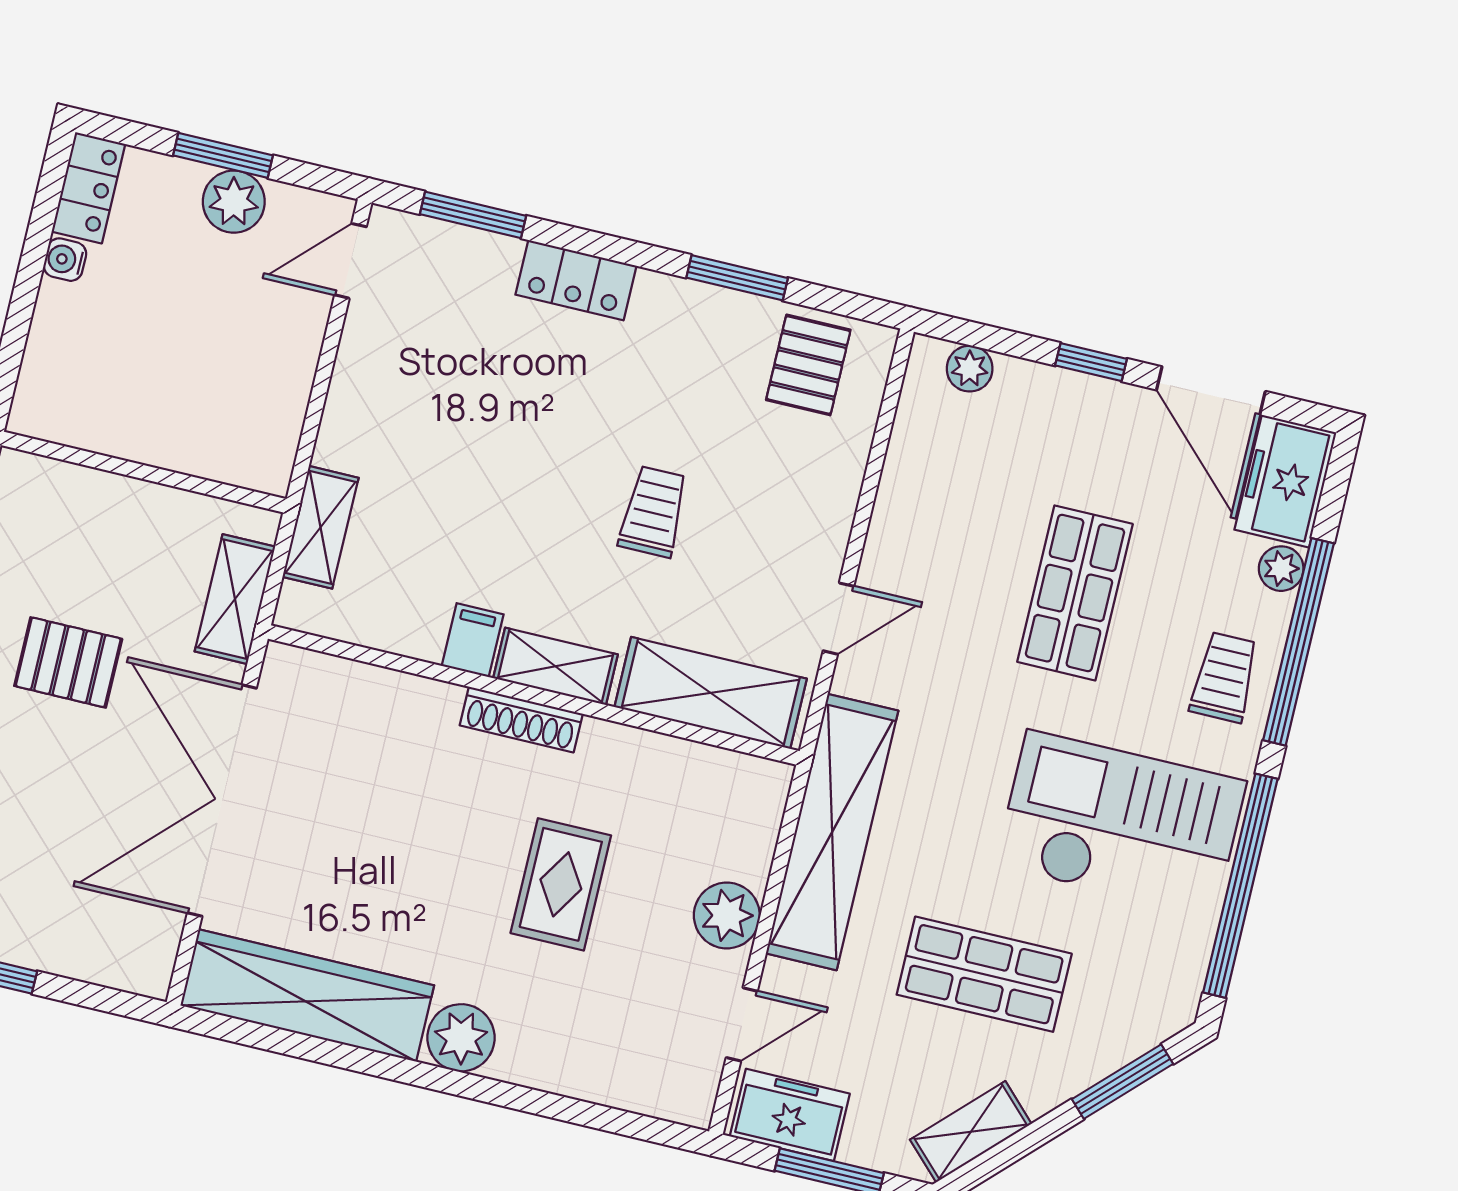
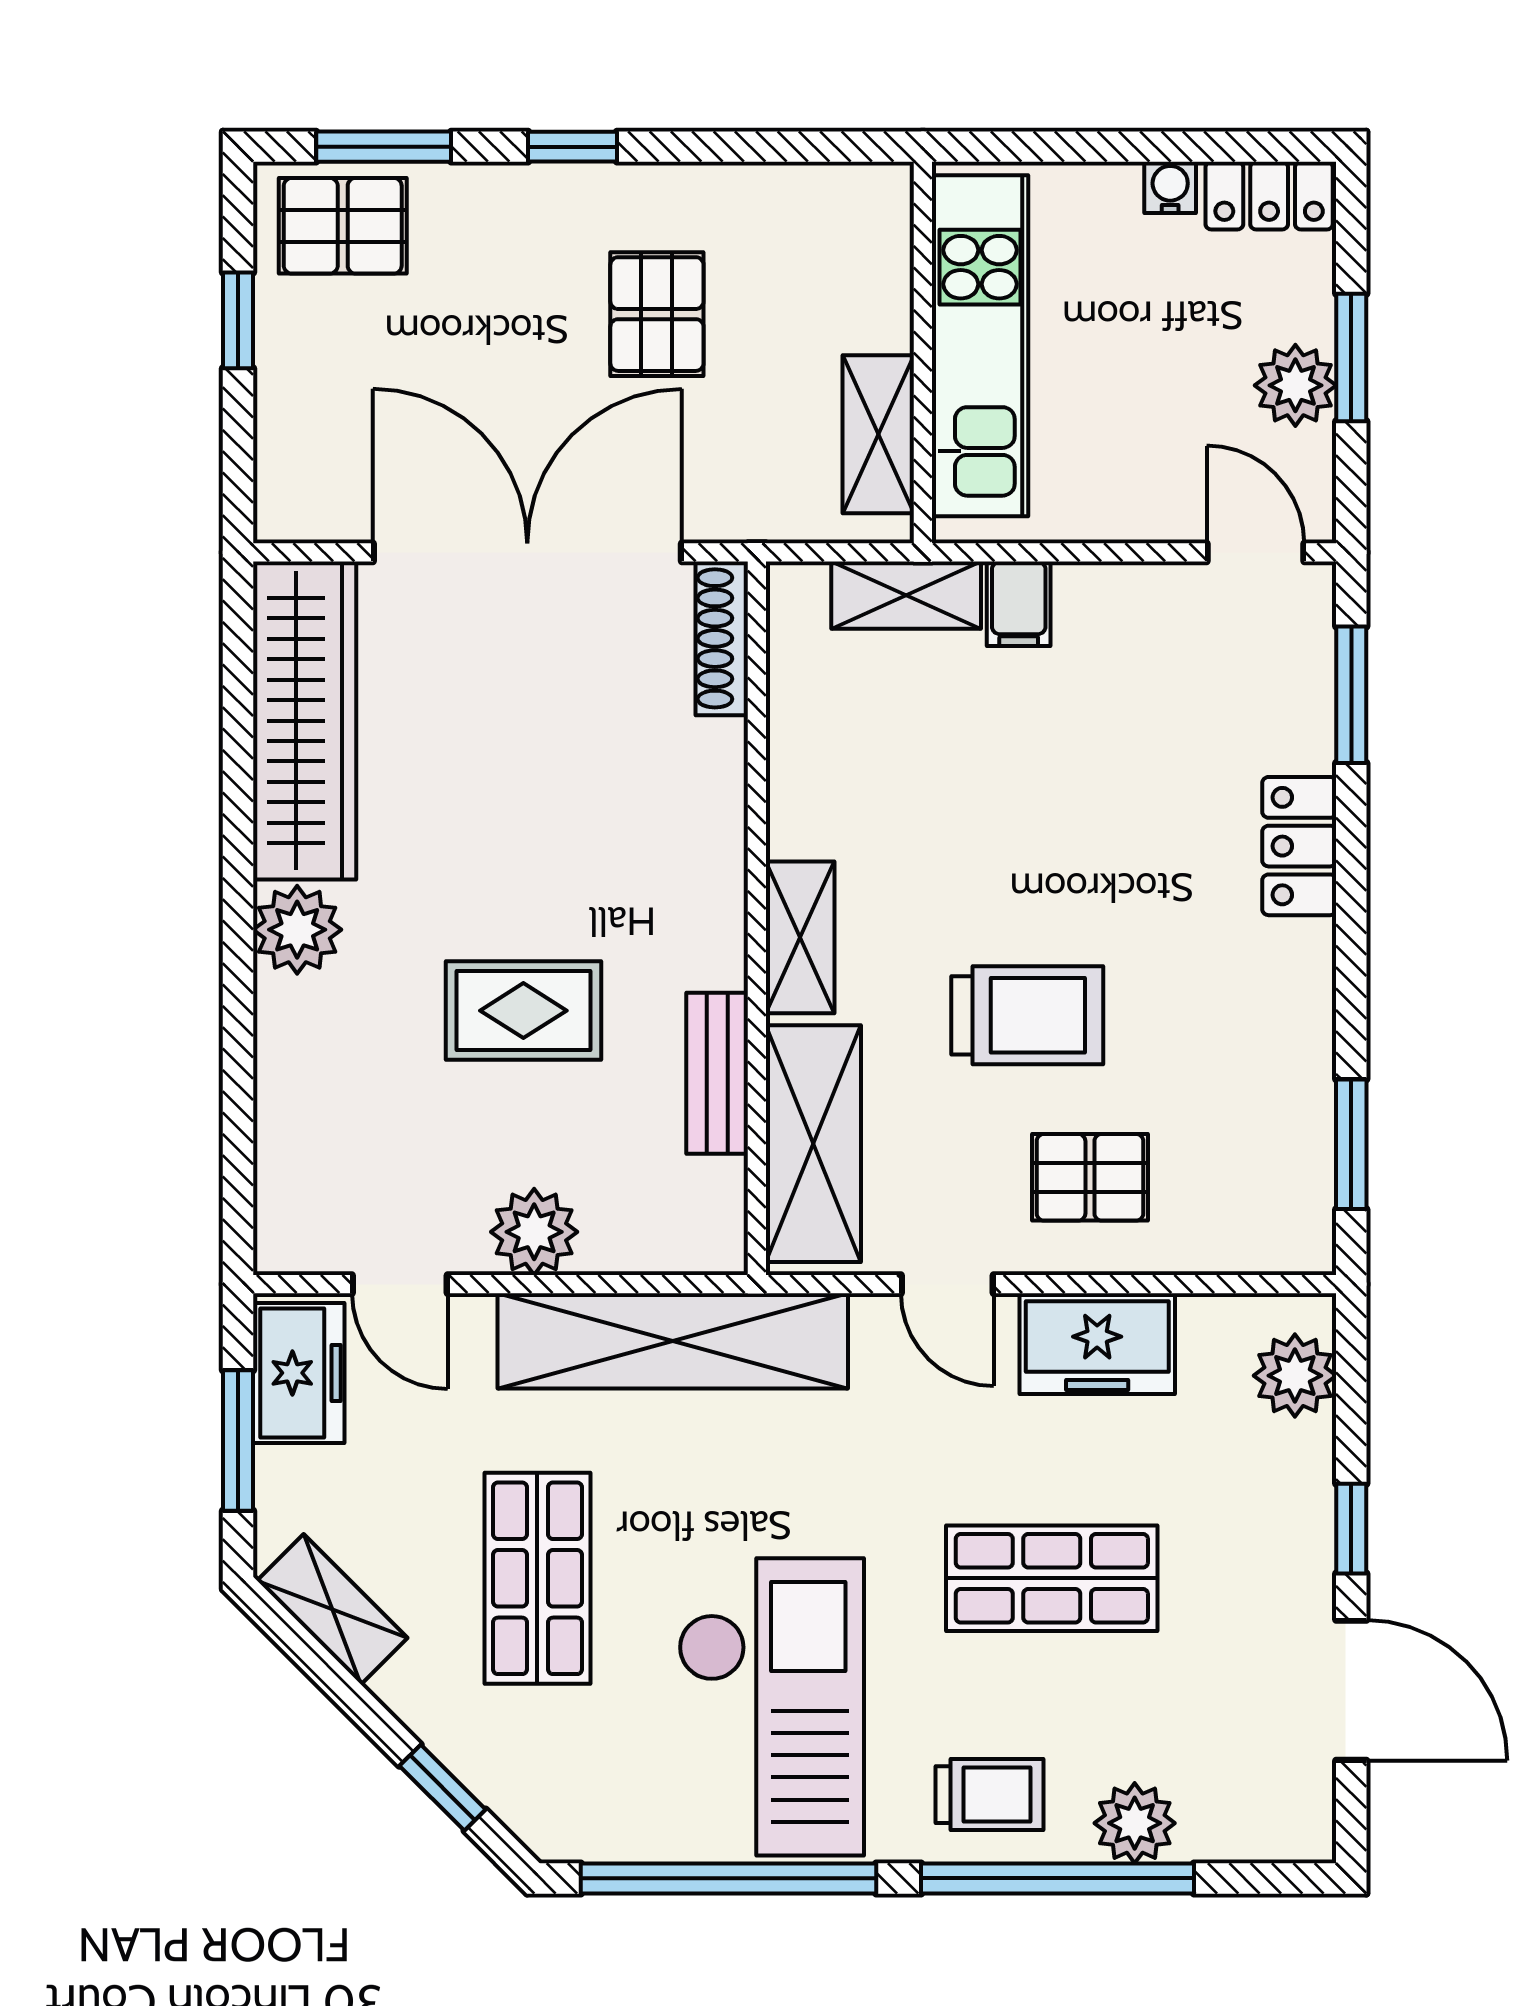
window: (737, 278) -> (1351, 1144), moved
pallet: (808, 365) -> (1090, 1177), moved
plant: (970, 369) -> (1295, 1376), width x1.38, depth x1.38
door: (1211, 391) -> (1351, 1690), swing flipped
kitchen unit: (149, 429) -> (980, 346), added
freezer: (1285, 481) -> (1097, 1344), moved, turned 180
trolley: (653, 512) -> (1027, 1015), width x1.36, depth x1.39
plant: (1281, 569) -> (1135, 1823), width x1.38, depth x1.38
shelving: (235, 599) -> (878, 434), moved, turned 90
filing cabinet: (473, 640) -> (1019, 604), moved, turned 90
shoe rack: (521, 720) -> (722, 638), moved
bench: (642, 752) -> (717, 1073), added
window: (1123, 1082) -> (443, 1788), width x0.67

